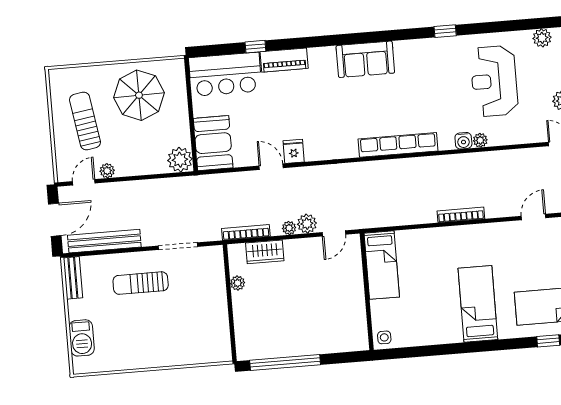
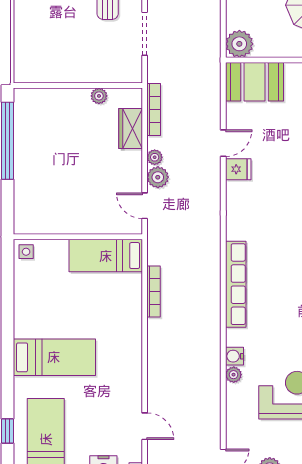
bookcase: (461, 215) -> (154, 292), moved

